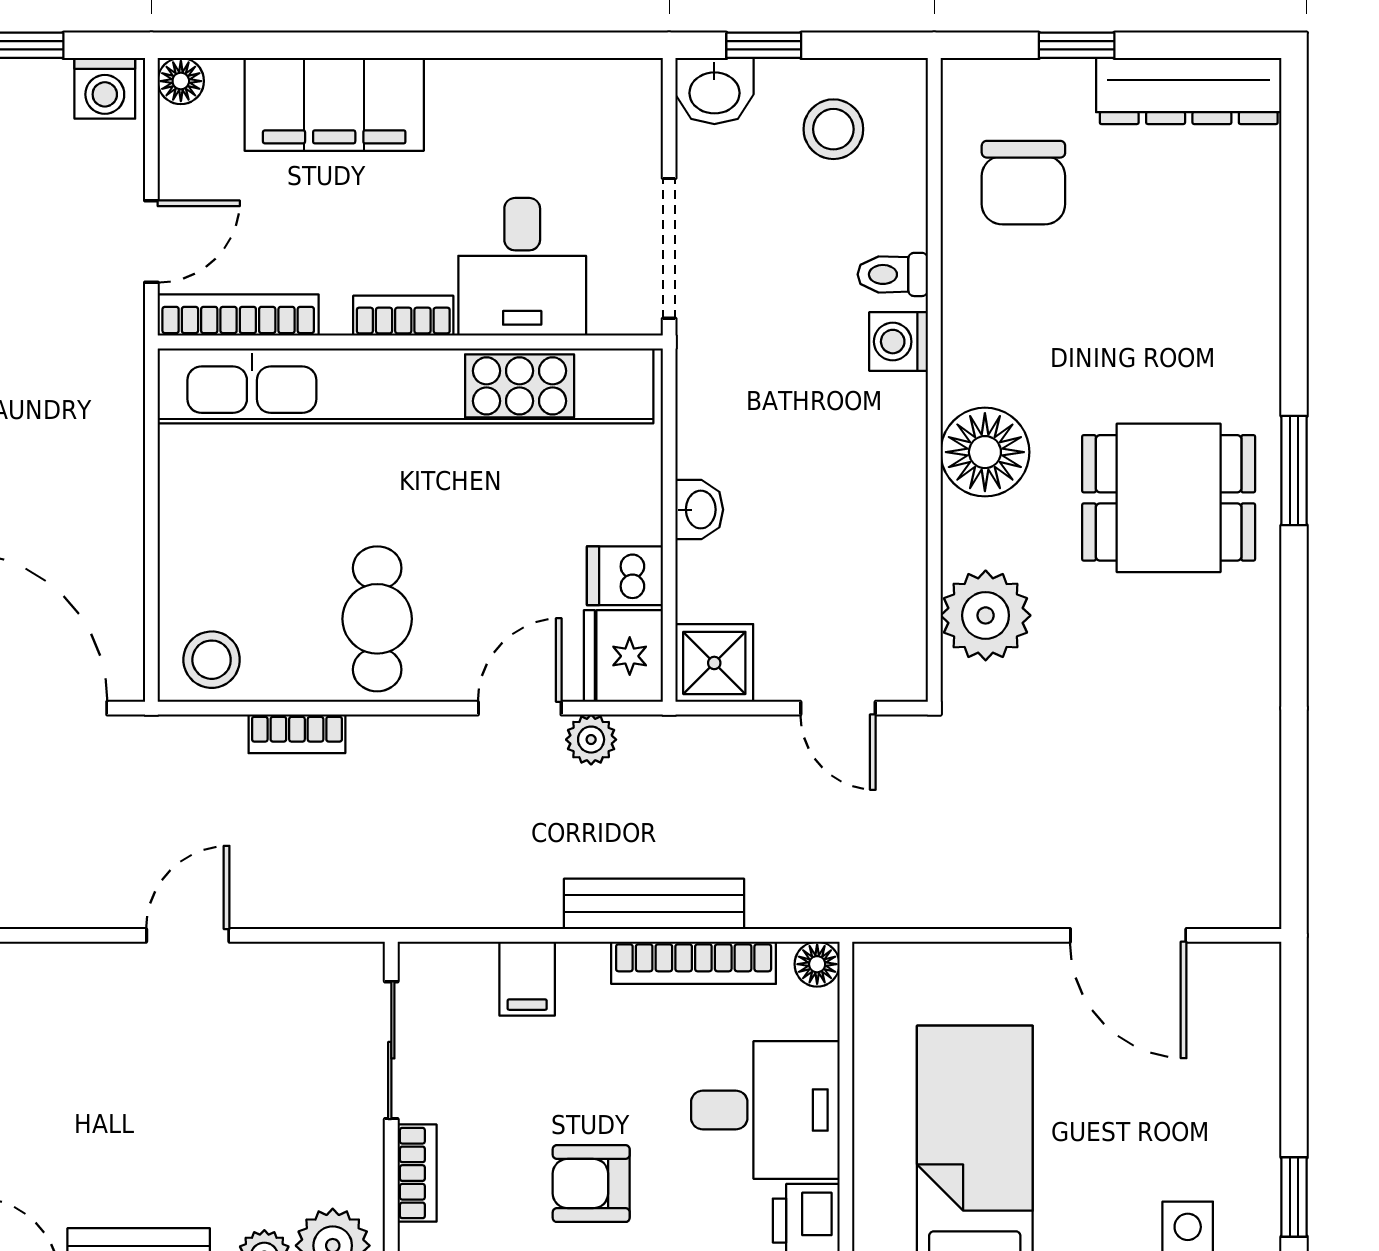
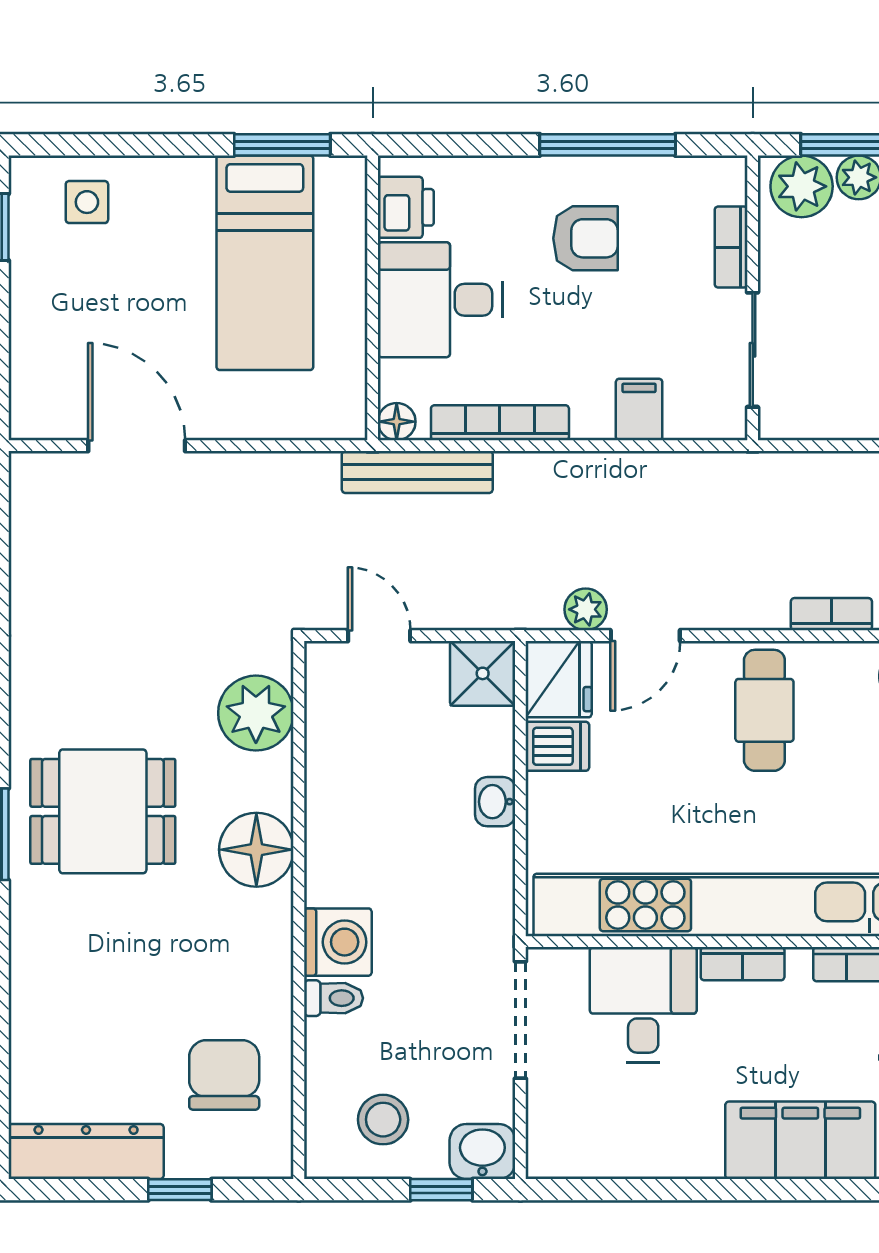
washing machine: (899, 342) -> (338, 942), width x1.38, depth x1.38
bench: (654, 904) -> (417, 472), moved

